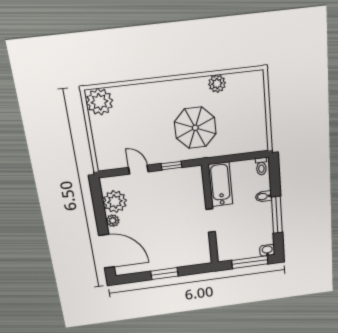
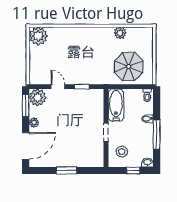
parasol: (195, 128) -> (129, 67), moved
window: (98, 200) -> (26, 105), added
plant: (115, 202) -> (38, 98), moved
stool: (233, 242) -> (122, 152), added
door: (107, 251) -> (26, 146), hinge flipped
window: (250, 262) -> (133, 170), width x0.46

